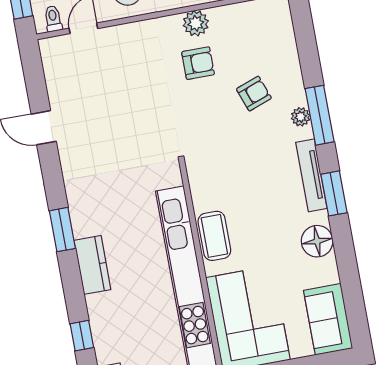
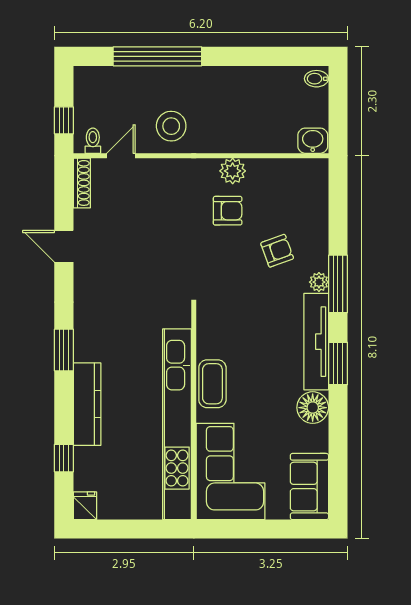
shoe rack: (50, 62) -> (82, 183), added
tv unit: (311, 175) -> (316, 342), width x1.36, depth x1.29
kitchen counter: (92, 265) -> (87, 404), width x1.50

